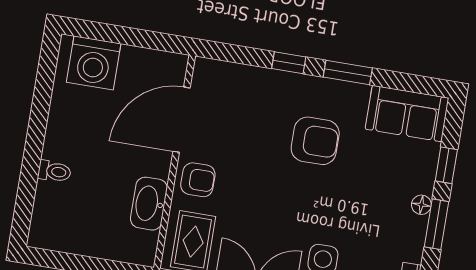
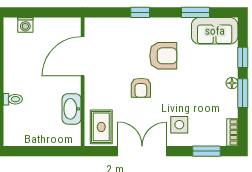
washing machine: (94, 63) -> (25, 25), width x0.53, depth x0.53
window: (348, 73) -> (195, 12), moved
armchair: (198, 180) -> (141, 88), moved, turned 90

